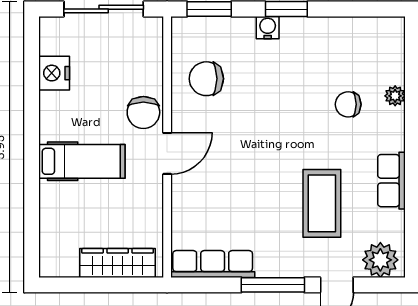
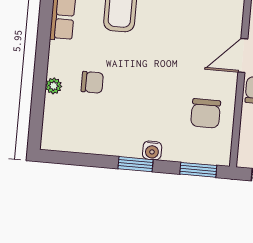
chair: (206, 79) -> (206, 113), turned 90

